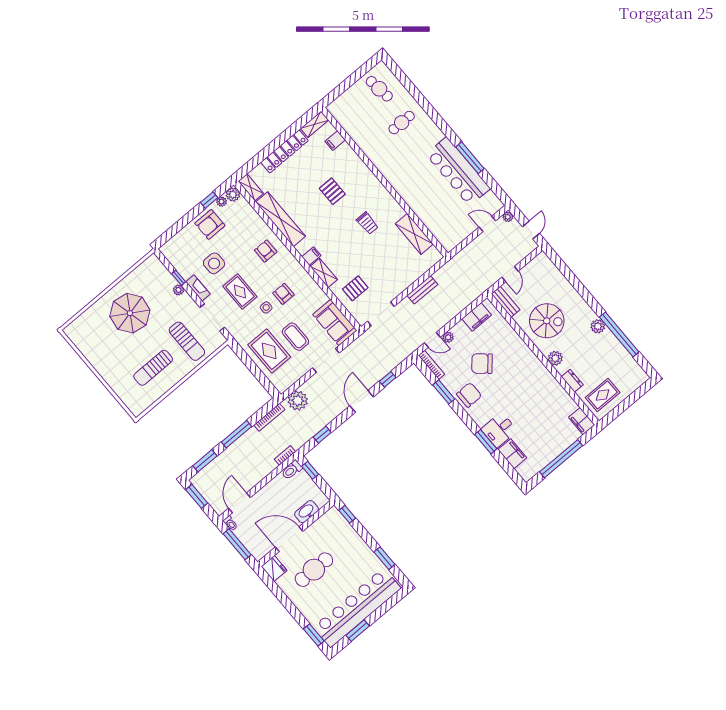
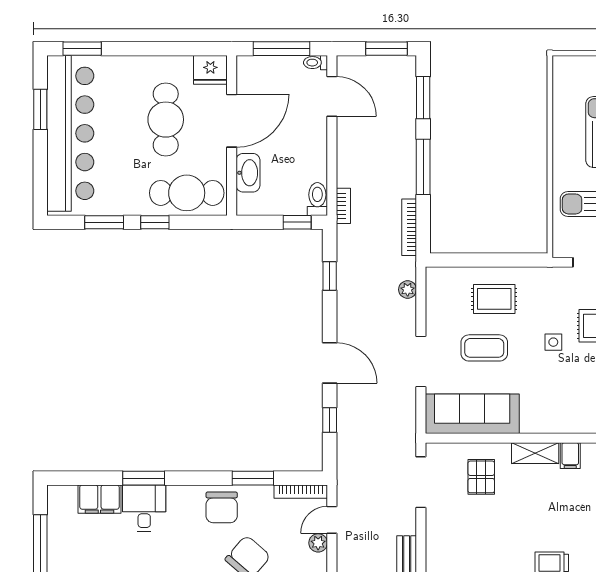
armchair: (284, 294) -> (552, 379), removed
sofa: (335, 323) -> (472, 414), width x1.36
rug: (269, 351) -> (494, 299), width x0.73, depth x0.70
plant: (298, 401) -> (408, 290), width x0.53, depth x0.53
window: (347, 514) -> (155, 222), moved
cafe table: (339, 532) -> (187, 193), added

